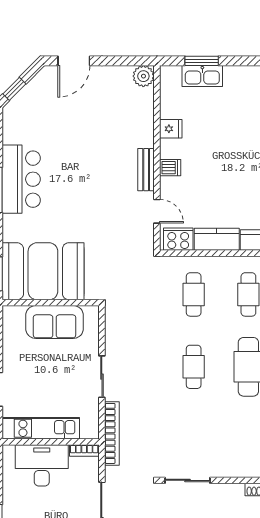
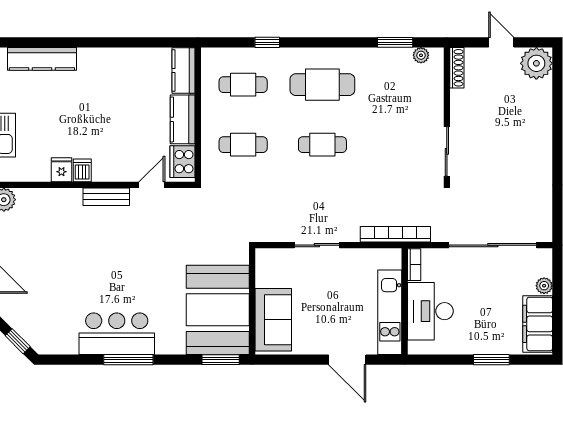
dishwasher: (170, 168) -> (82, 170), moved
sofa: (55, 322) -> (273, 320), moved
sliding door: (102, 377) -> (317, 245), moved

